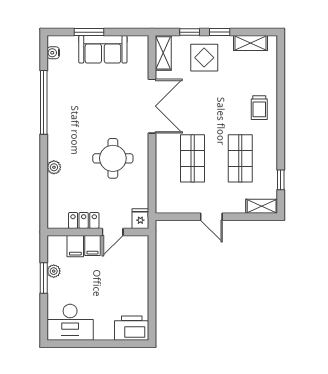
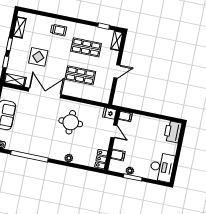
display table: (204, 58) -> (38, 57), moved
locker: (84, 220) -> (101, 159), moved
filing cabinet: (92, 245) -> (125, 116), moved

